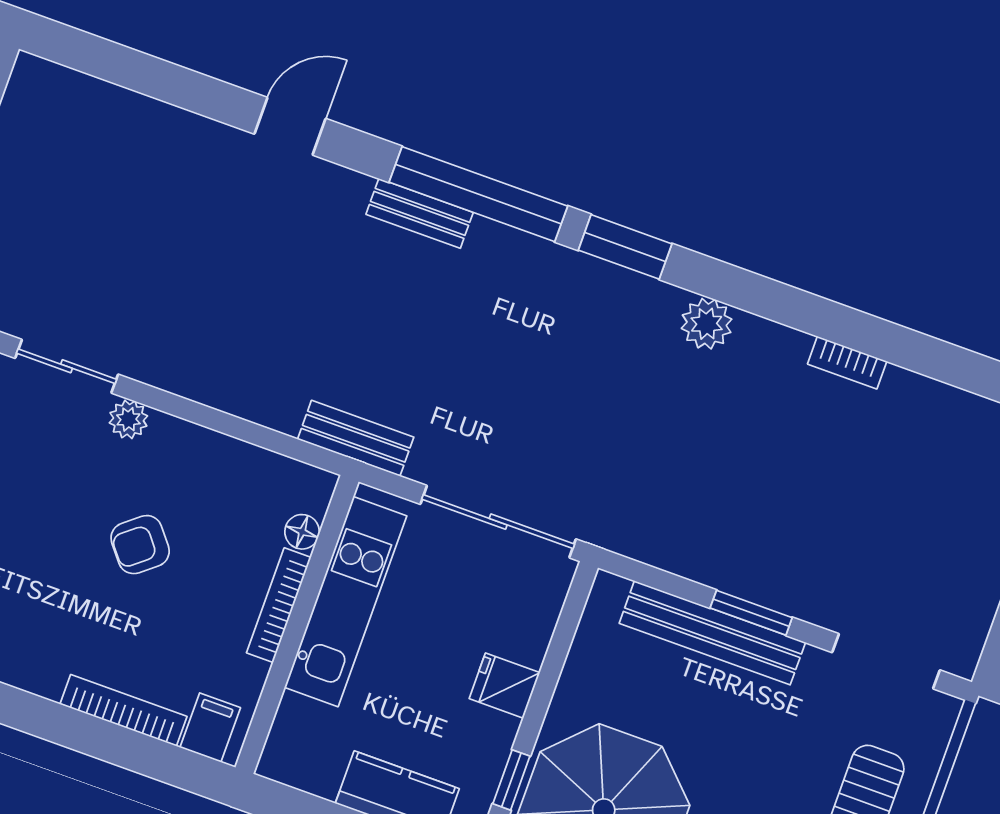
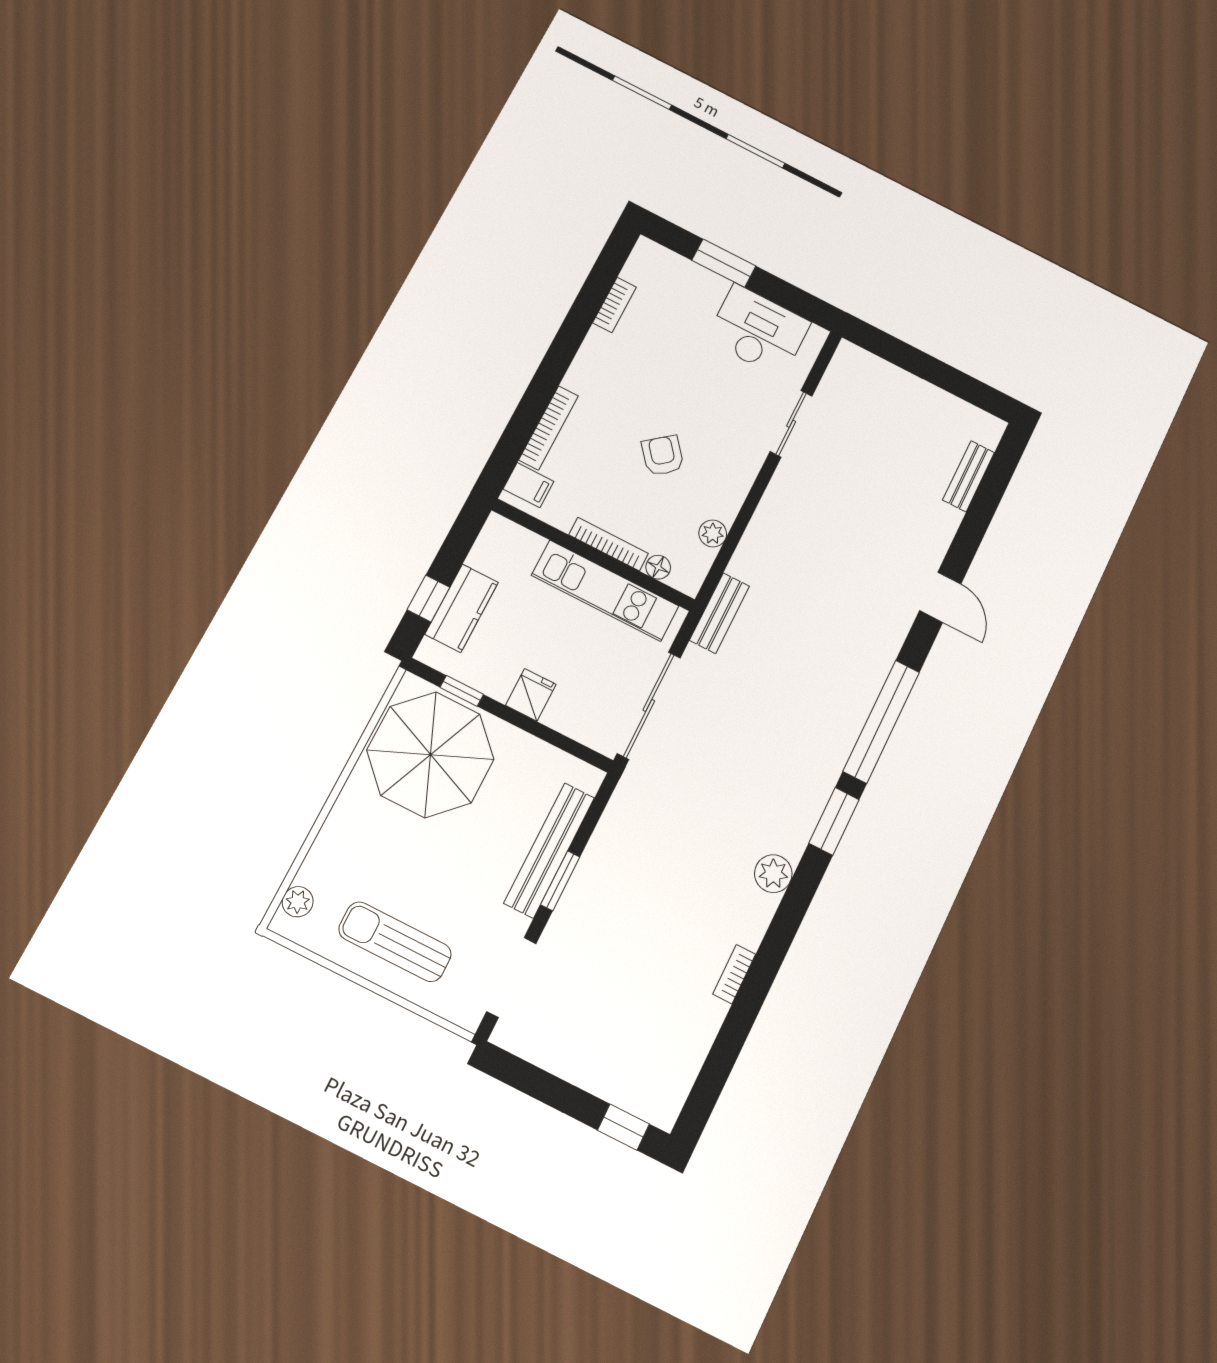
bench: (420, 213) -> (969, 476), moved
plant: (128, 419) -> (713, 533), moved

